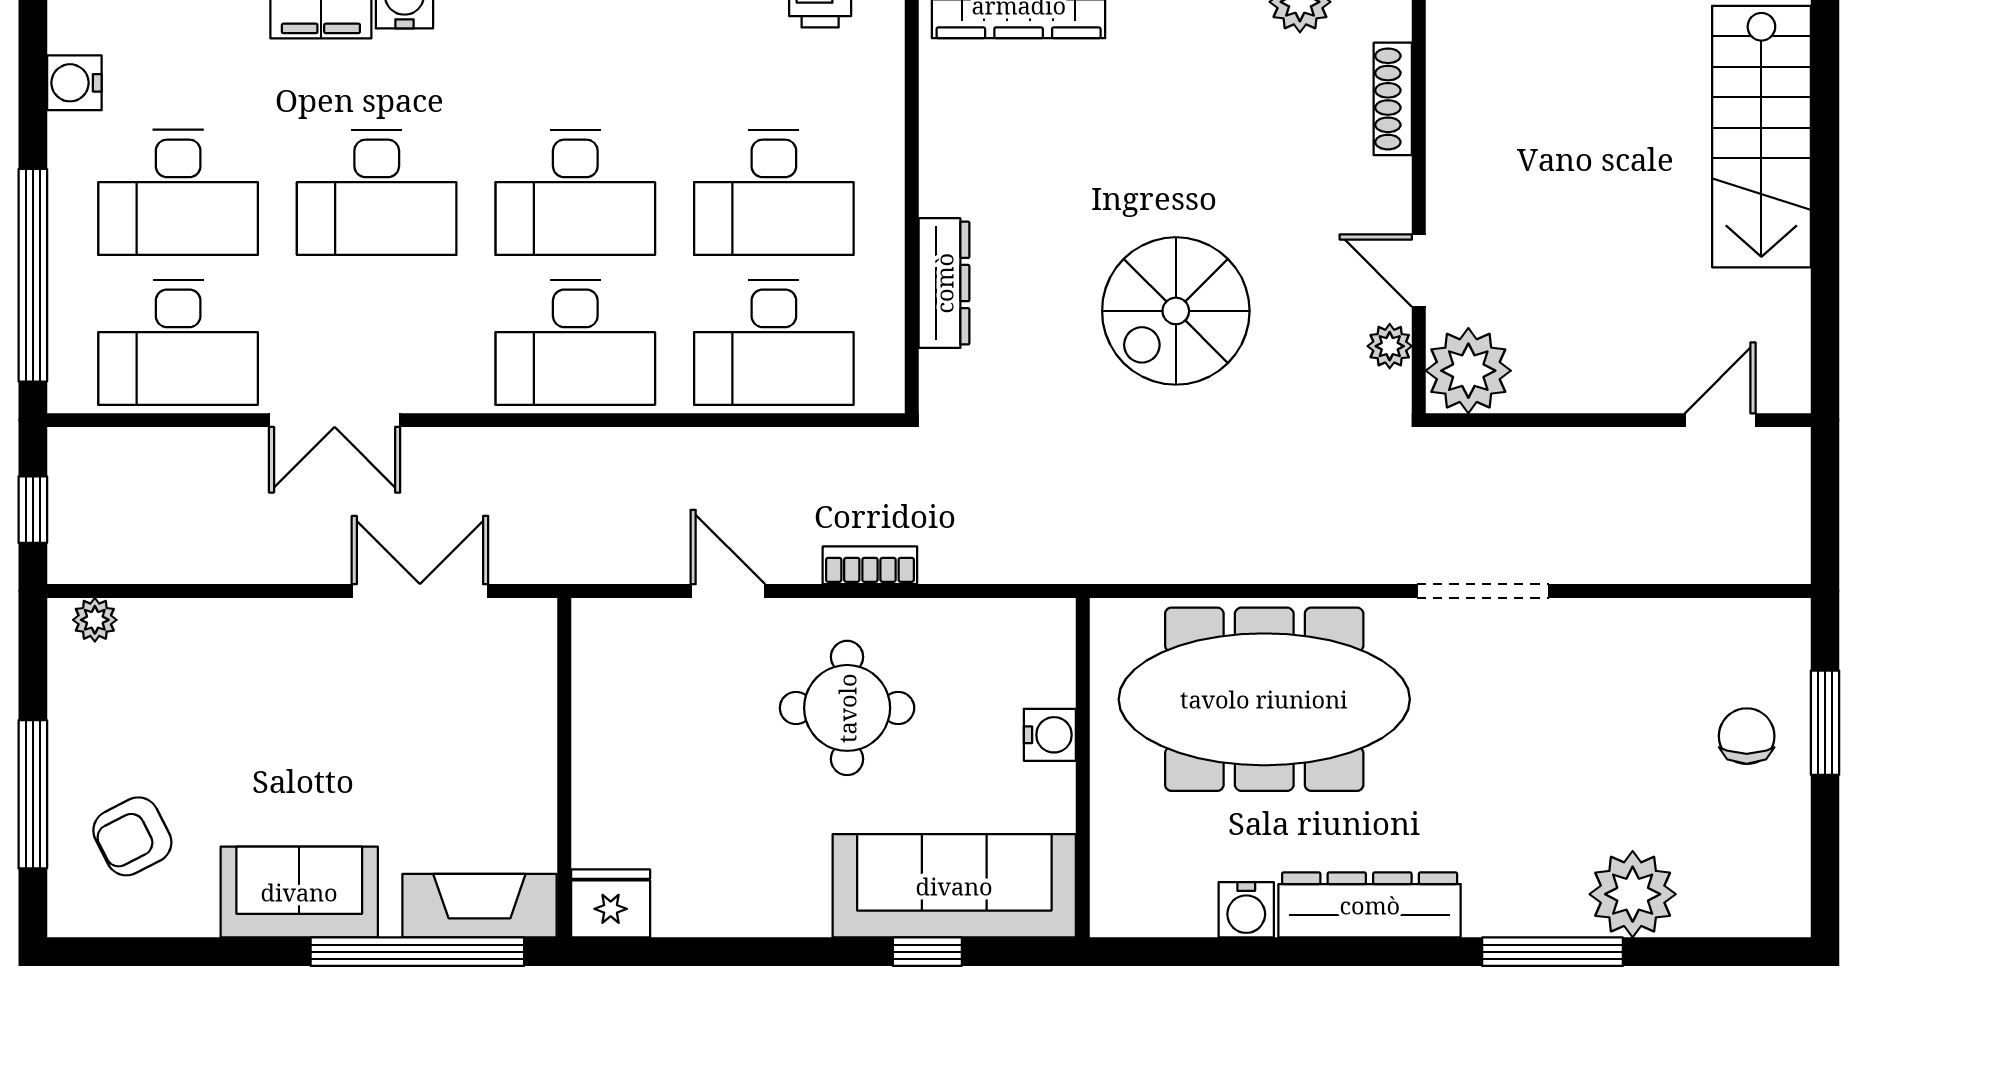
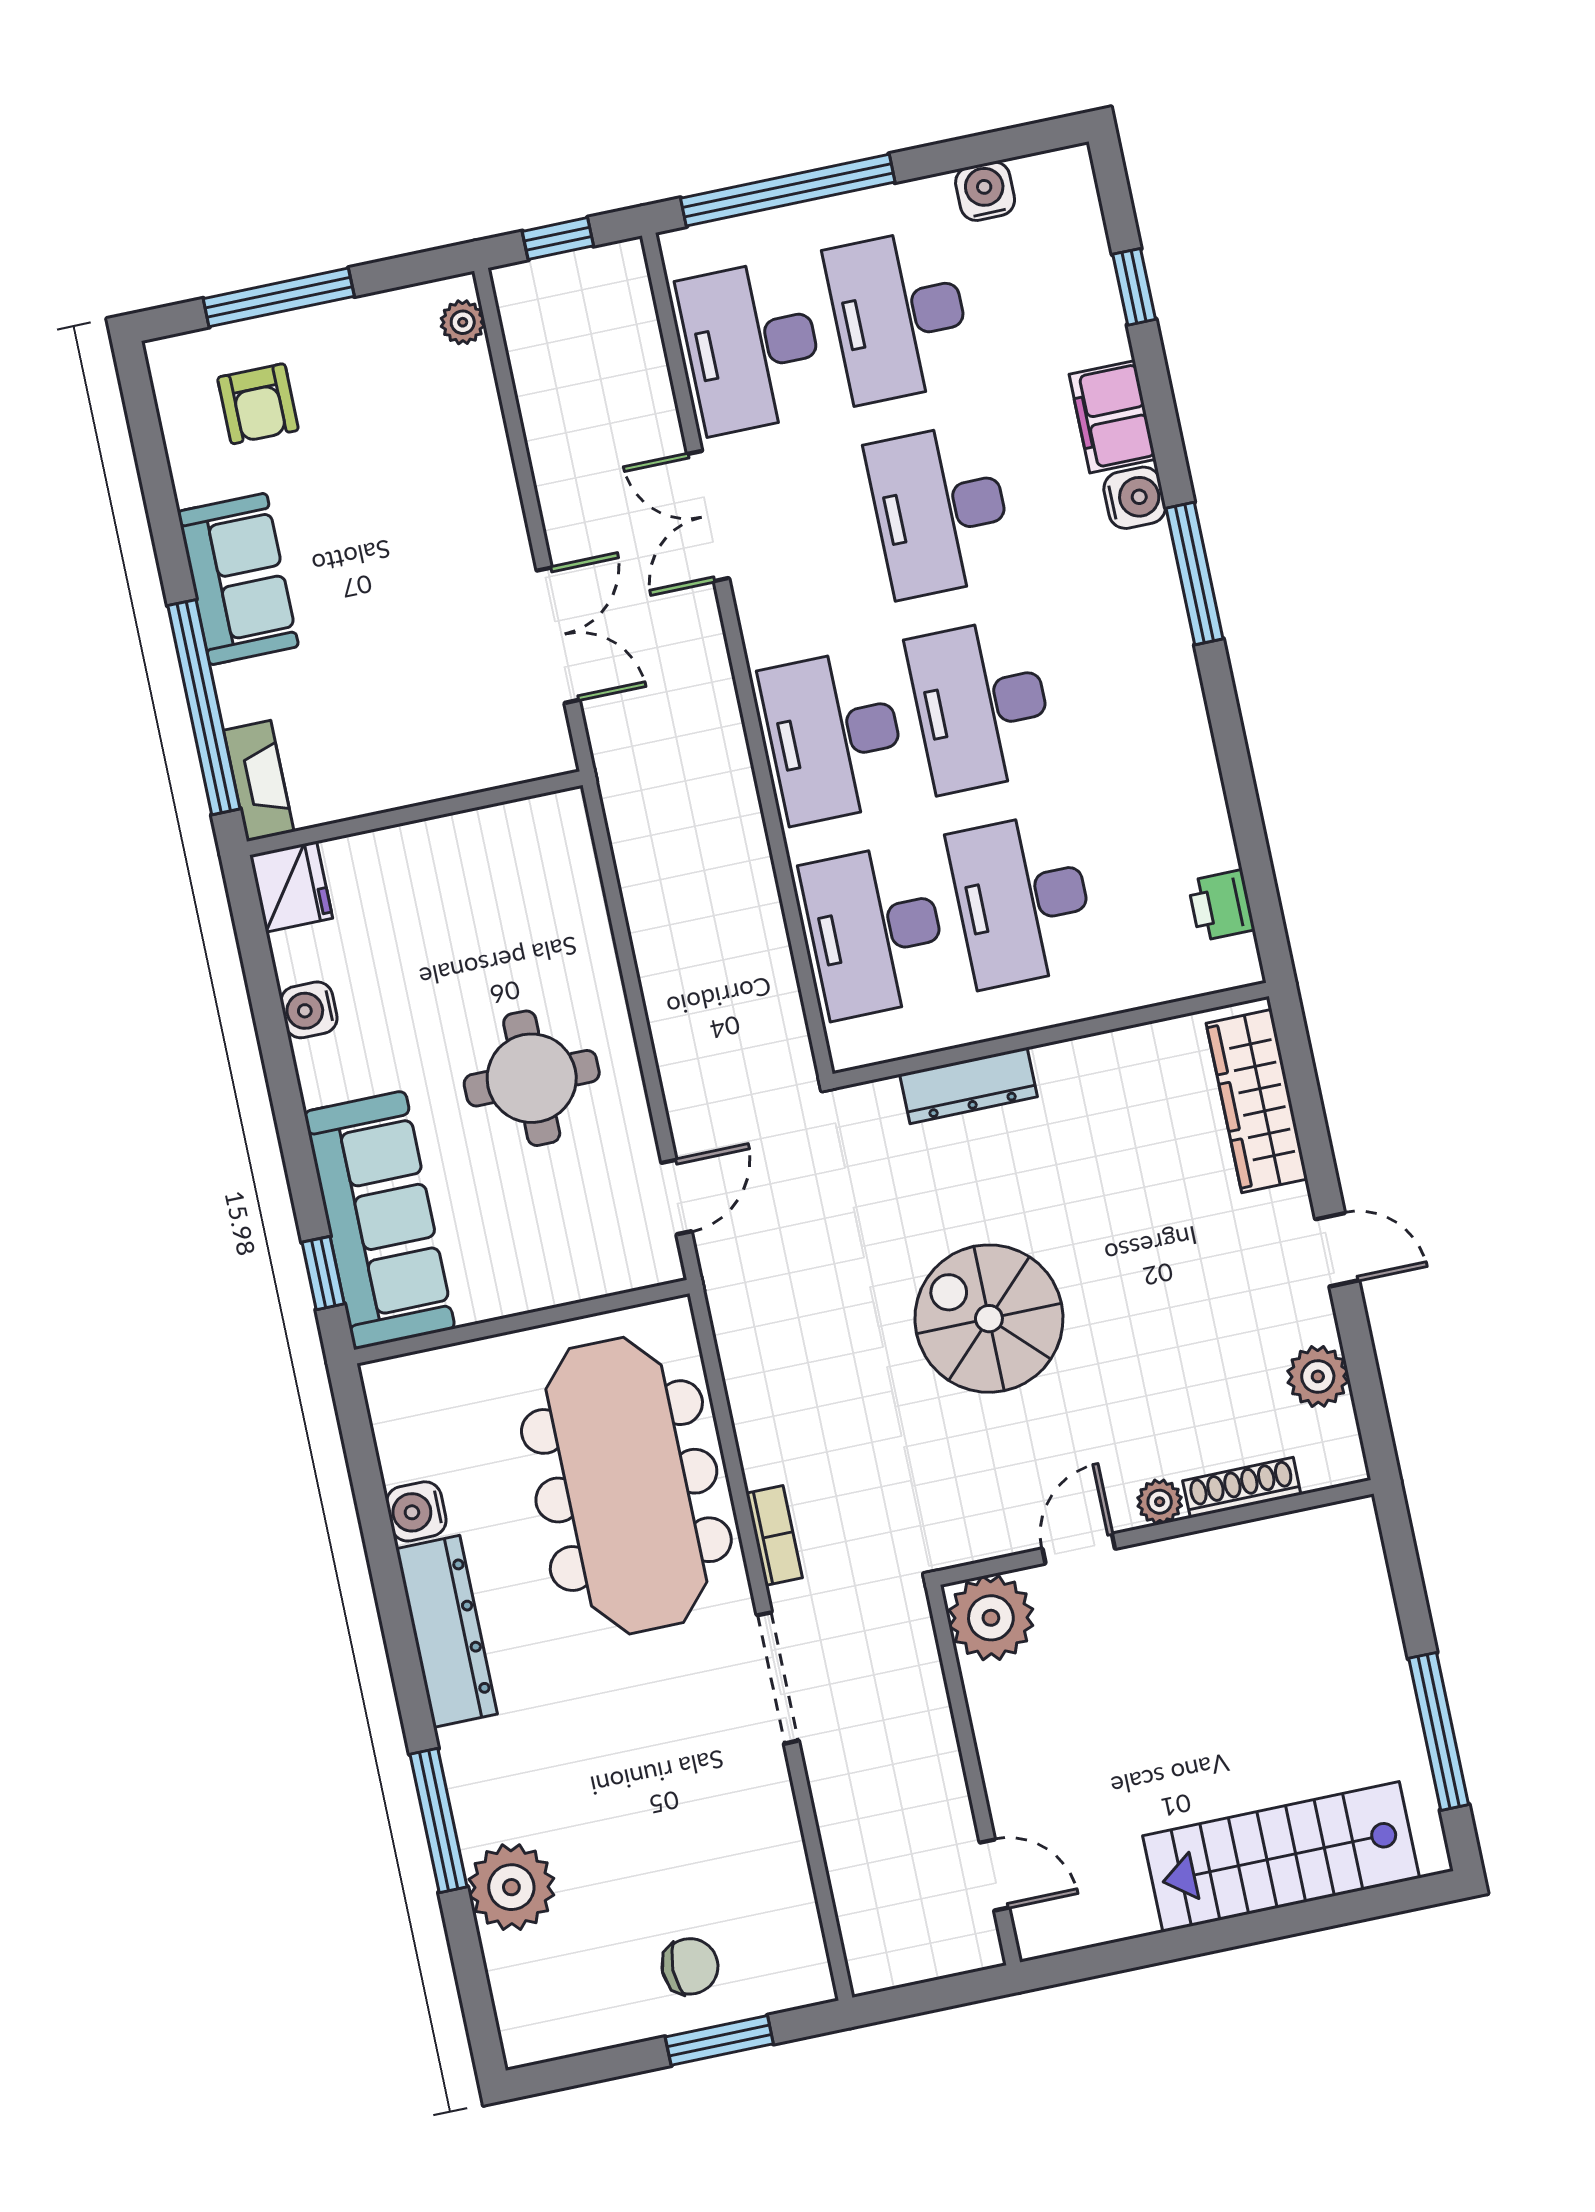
plant: (1390, 346) -> (1160, 1502), moved
bookcase: (870, 565) -> (774, 1535), moved
door: (728, 591) -> (676, 1197), moved
water cooler: (1050, 735) -> (309, 1010), moved, turned 90
armchair: (132, 836) -> (258, 404), turned -153
fireplace: (479, 906) -> (259, 780), width x0.73, depth x0.76
window: (927, 952) -> (323, 1273), moved

